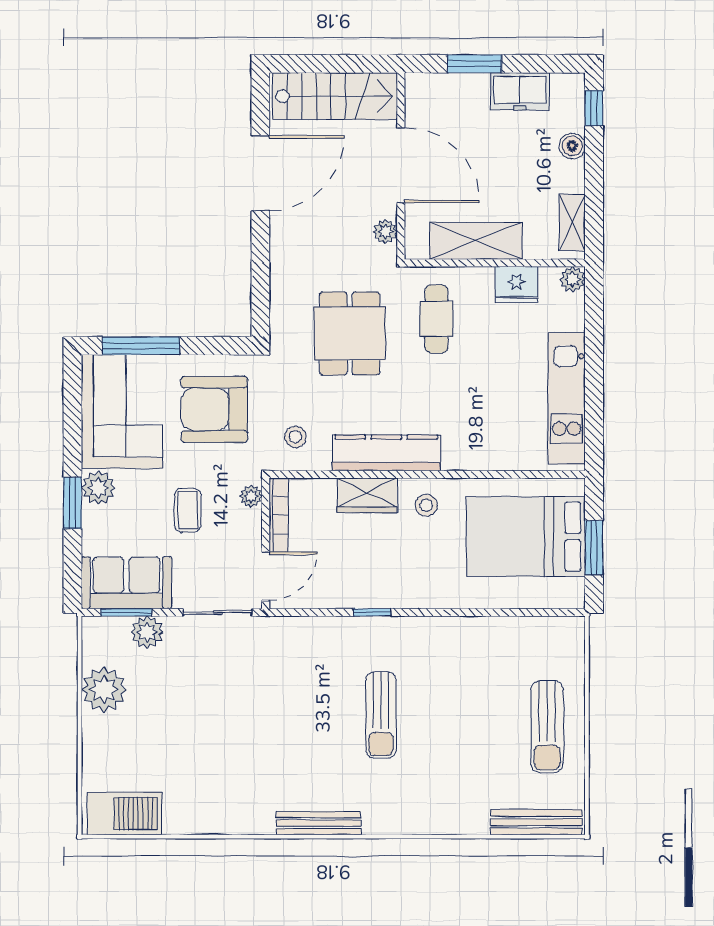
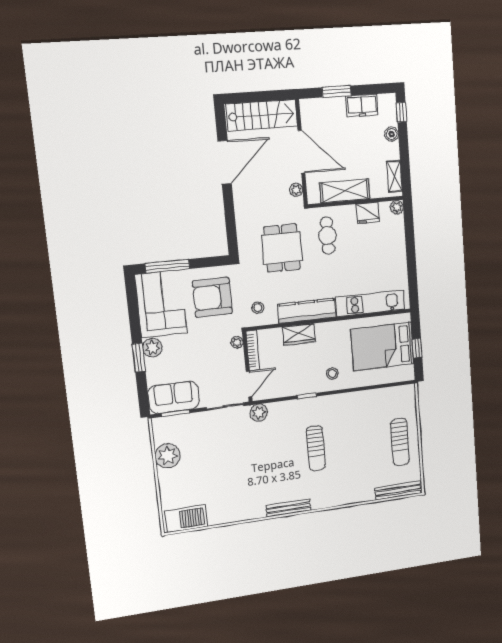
kitchen unit: (567, 398) -> (370, 303), moved, turned 90
stool: (426, 505) -> (332, 373), moved
coffee table: (188, 510) -> (203, 354), removed
window: (594, 548) -> (417, 348), width x0.67
plant: (147, 632) -> (259, 413), moved

